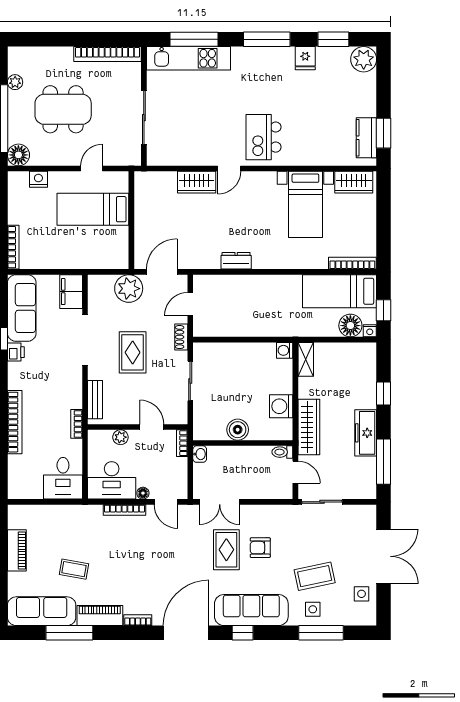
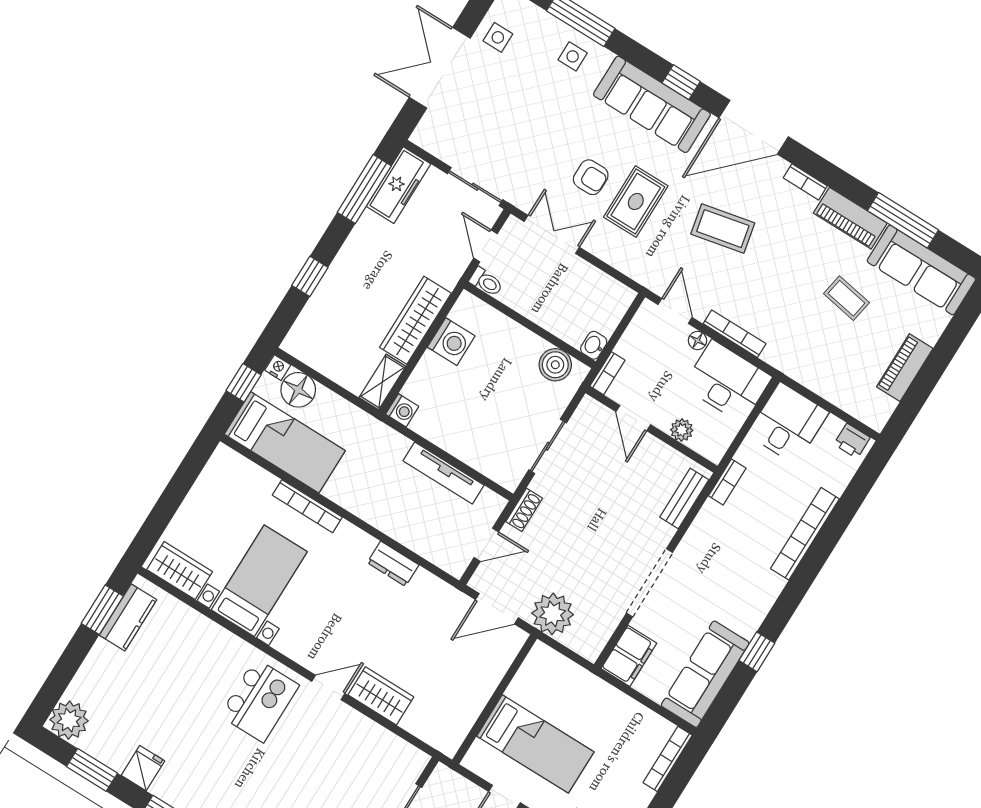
bookcase: (352, 263) -> (307, 506), moved
tv unit: (239, 330) -> (444, 473), added
printer: (16, 352) -> (852, 441), moved, turned -90
rug: (133, 352) -> (599, 529), removed
wardrobe: (309, 427) -> (415, 320), moved
boiler: (238, 430) -> (555, 365), moved
freezer: (366, 433) -> (399, 185), moved
double door: (220, 502) -> (552, 234), moved
coffee table: (315, 576) -> (723, 229), moved

